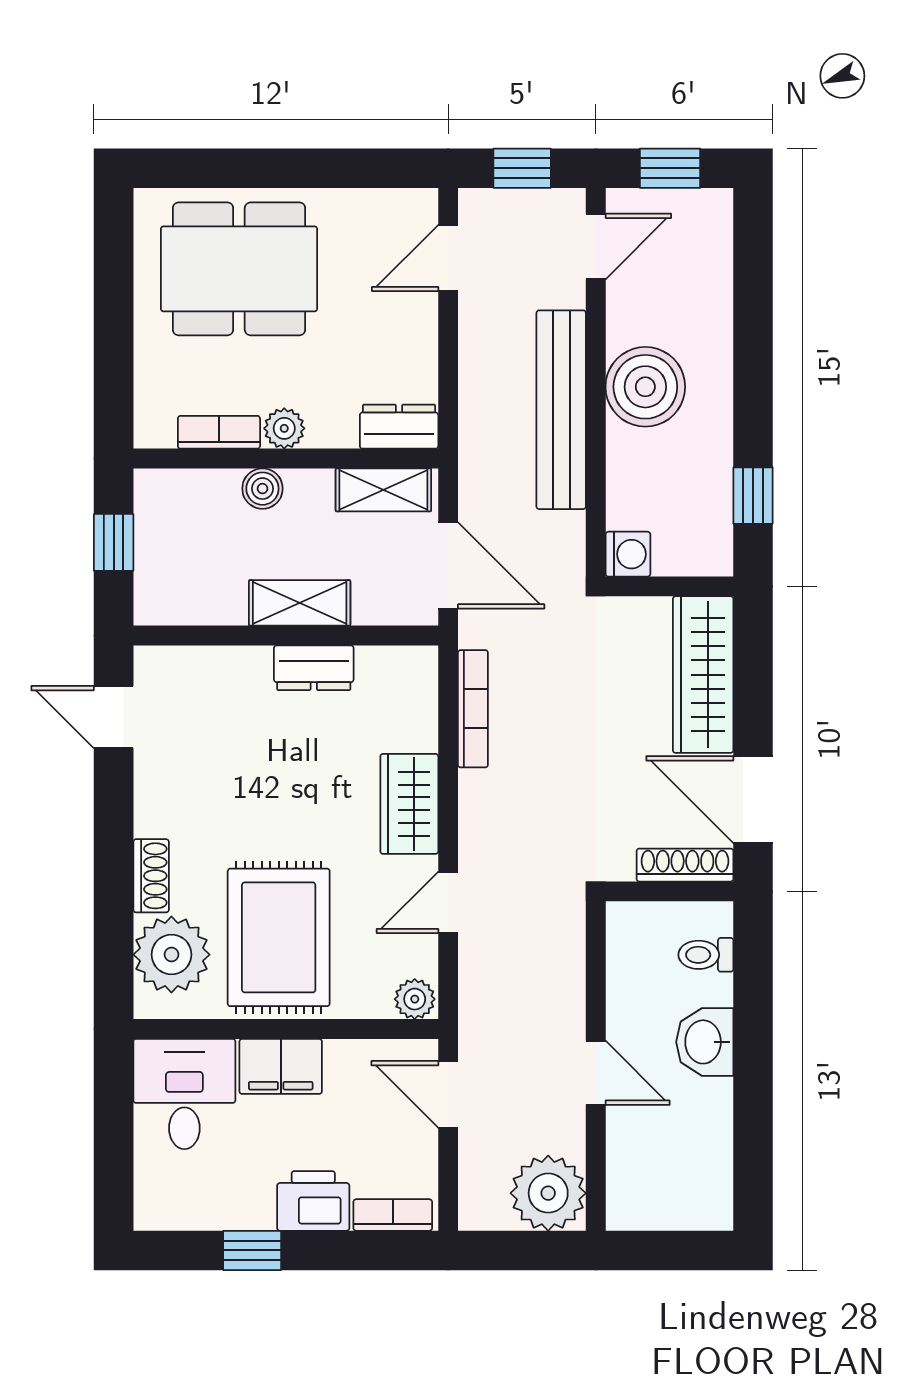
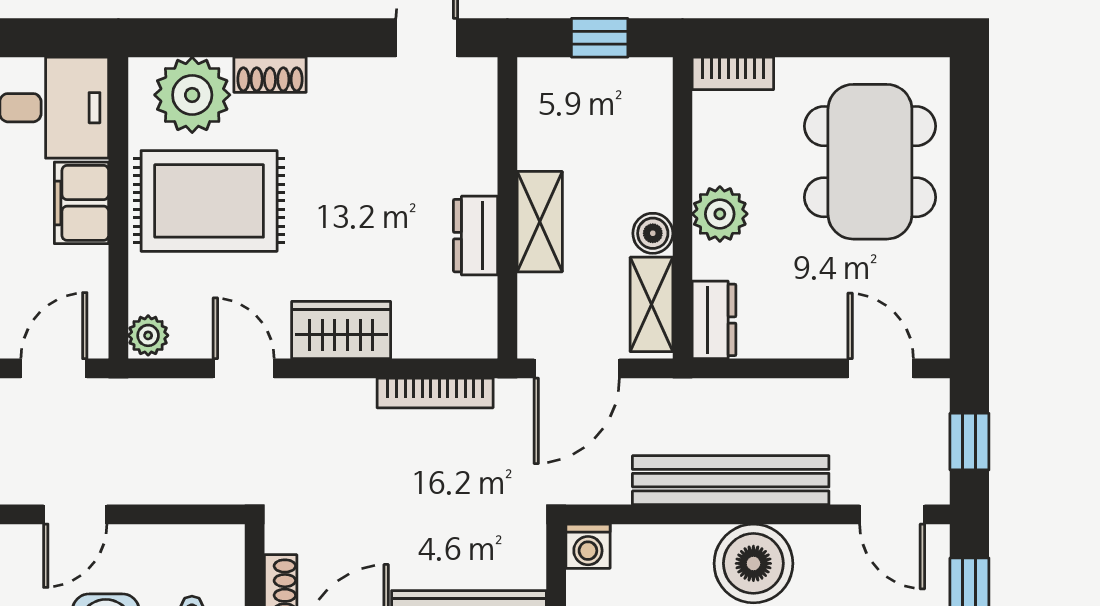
plant: (284, 428) -> (720, 214), width x1.38, depth x1.38
bookcase: (219, 432) -> (733, 73), moved, turned 90
boiler: (262, 489) -> (653, 233), moved

